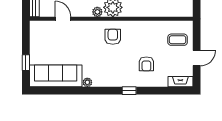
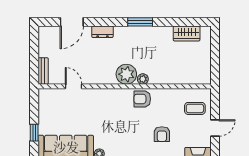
plant: (97, 12) -> (143, 79), moved
armchair: (113, 37) -> (142, 99), moved, turned -90

